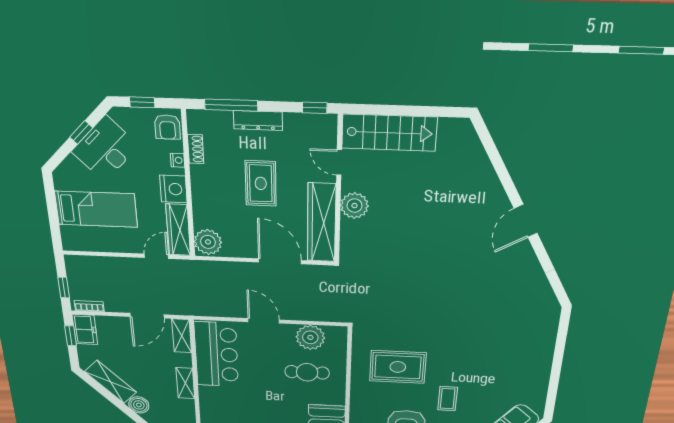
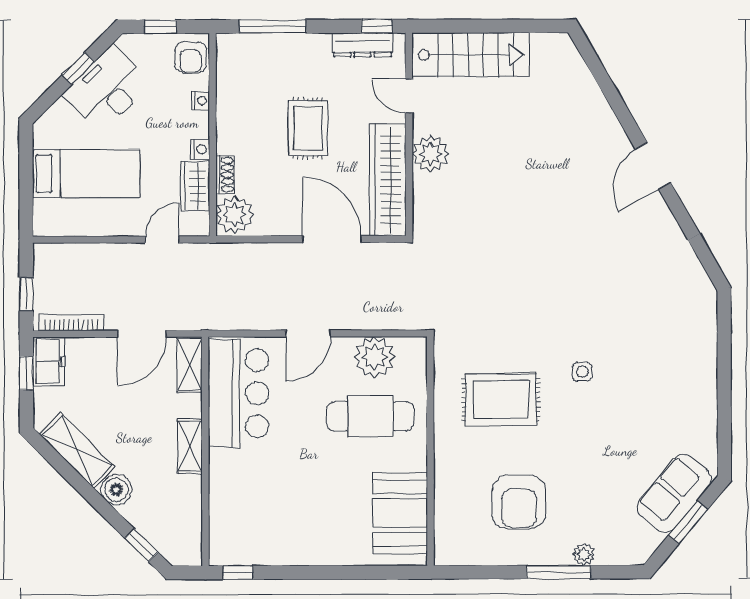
dresser: (258, 121) -> (362, 45), moved
shoe rack: (196, 149) -> (225, 175), moved
nightstand: (173, 189) -> (200, 149), width x0.53, depth x0.56
wardrobe: (178, 230) -> (195, 186), width x0.67
bookcase: (89, 306) -> (71, 322), width x1.56
door: (264, 321) -> (308, 333), swing flipped
side table: (457, 353) -> (582, 372), added
cafe table: (307, 372) -> (370, 416), width x1.37, depth x1.35
coffee table: (448, 399) -> (576, 450), removed

